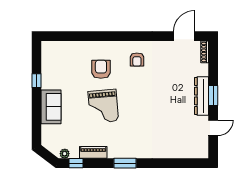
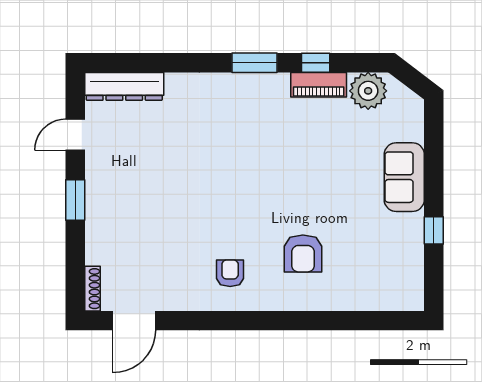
dresser: (202, 96) -> (124, 86), moved, turned 90
grand piano: (103, 106) -> (298, 178), removed
plant: (65, 154) -> (368, 91), width x1.88, depth x1.88
window: (76, 163) -> (316, 63), moved

